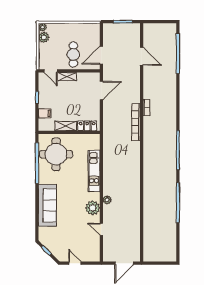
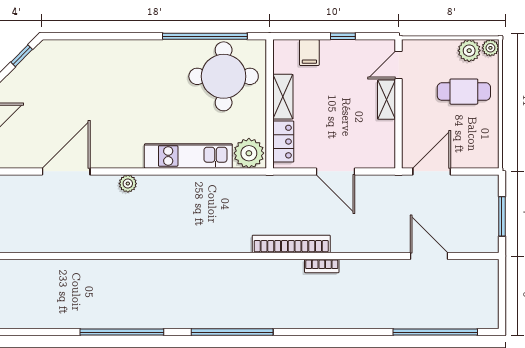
cafe table: (73, 54) -> (464, 92), moved
door: (101, 55) -> (432, 171), hinge flipped
door: (142, 56) -> (429, 256), swing flipped
door: (101, 91) -> (336, 171), moved
sofa: (47, 205) -> (116, 58), removed
plant: (93, 208) -> (249, 153), moved
door: (101, 229) -> (66, 171), width x1.87

